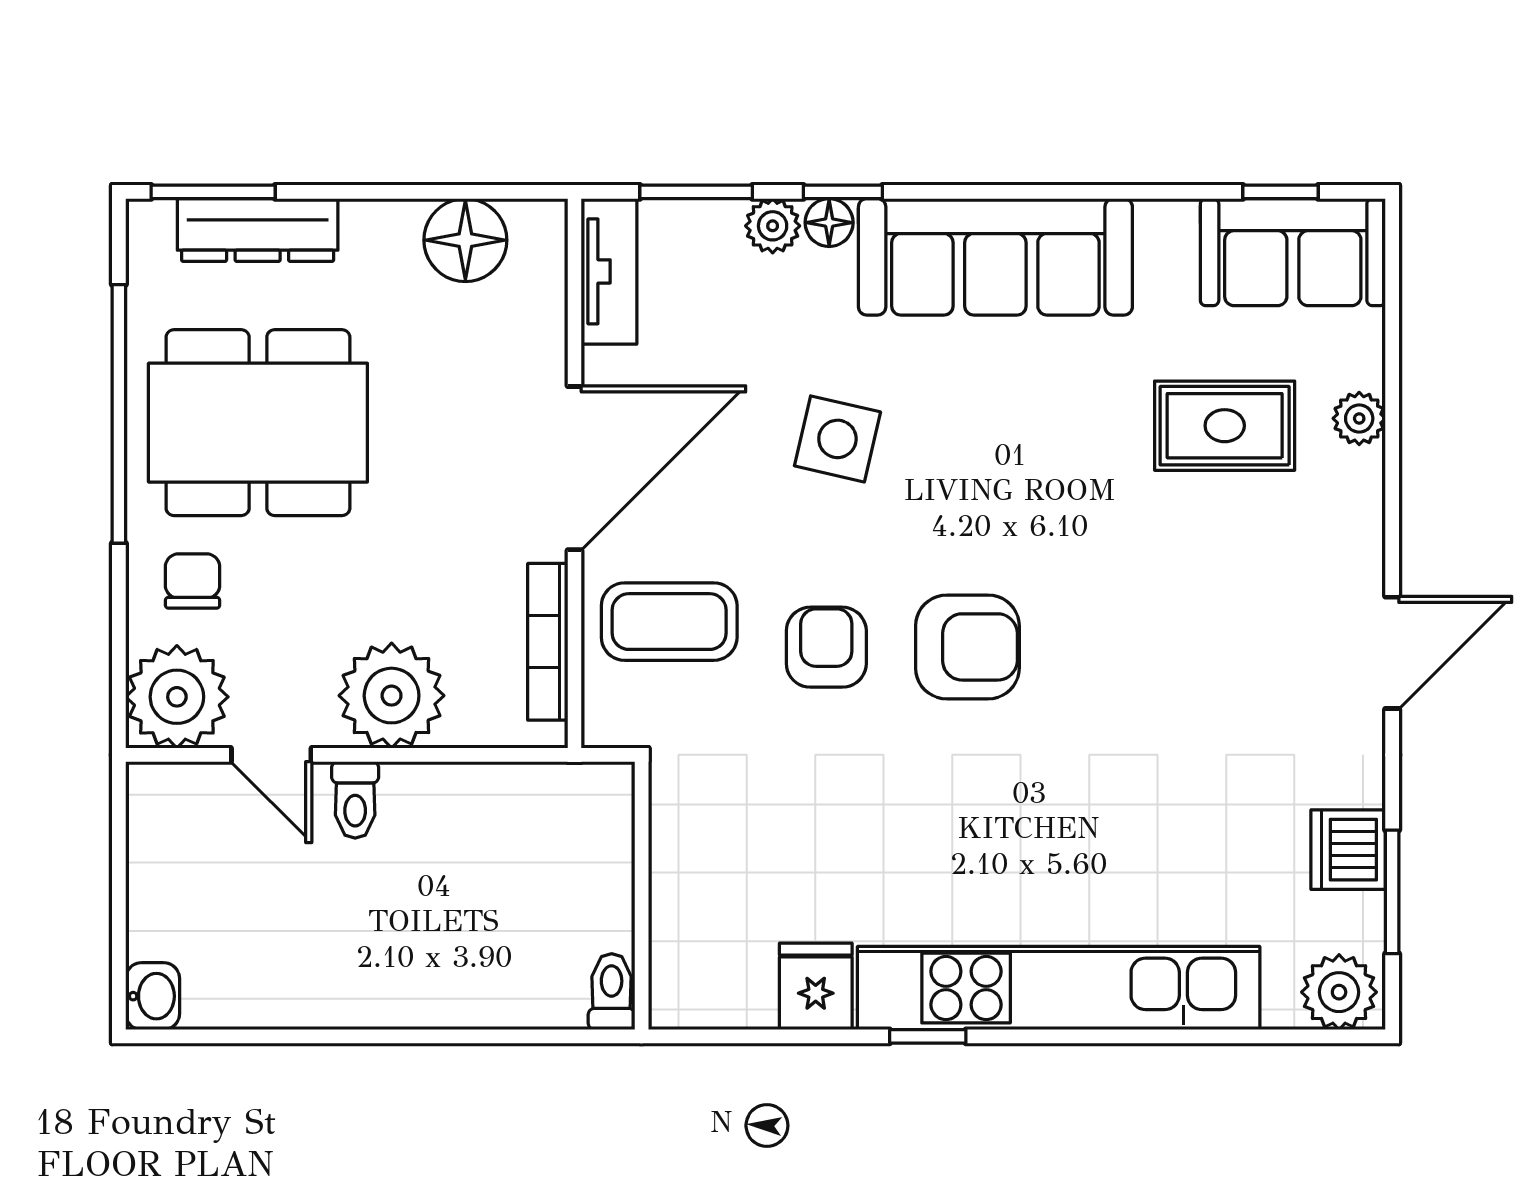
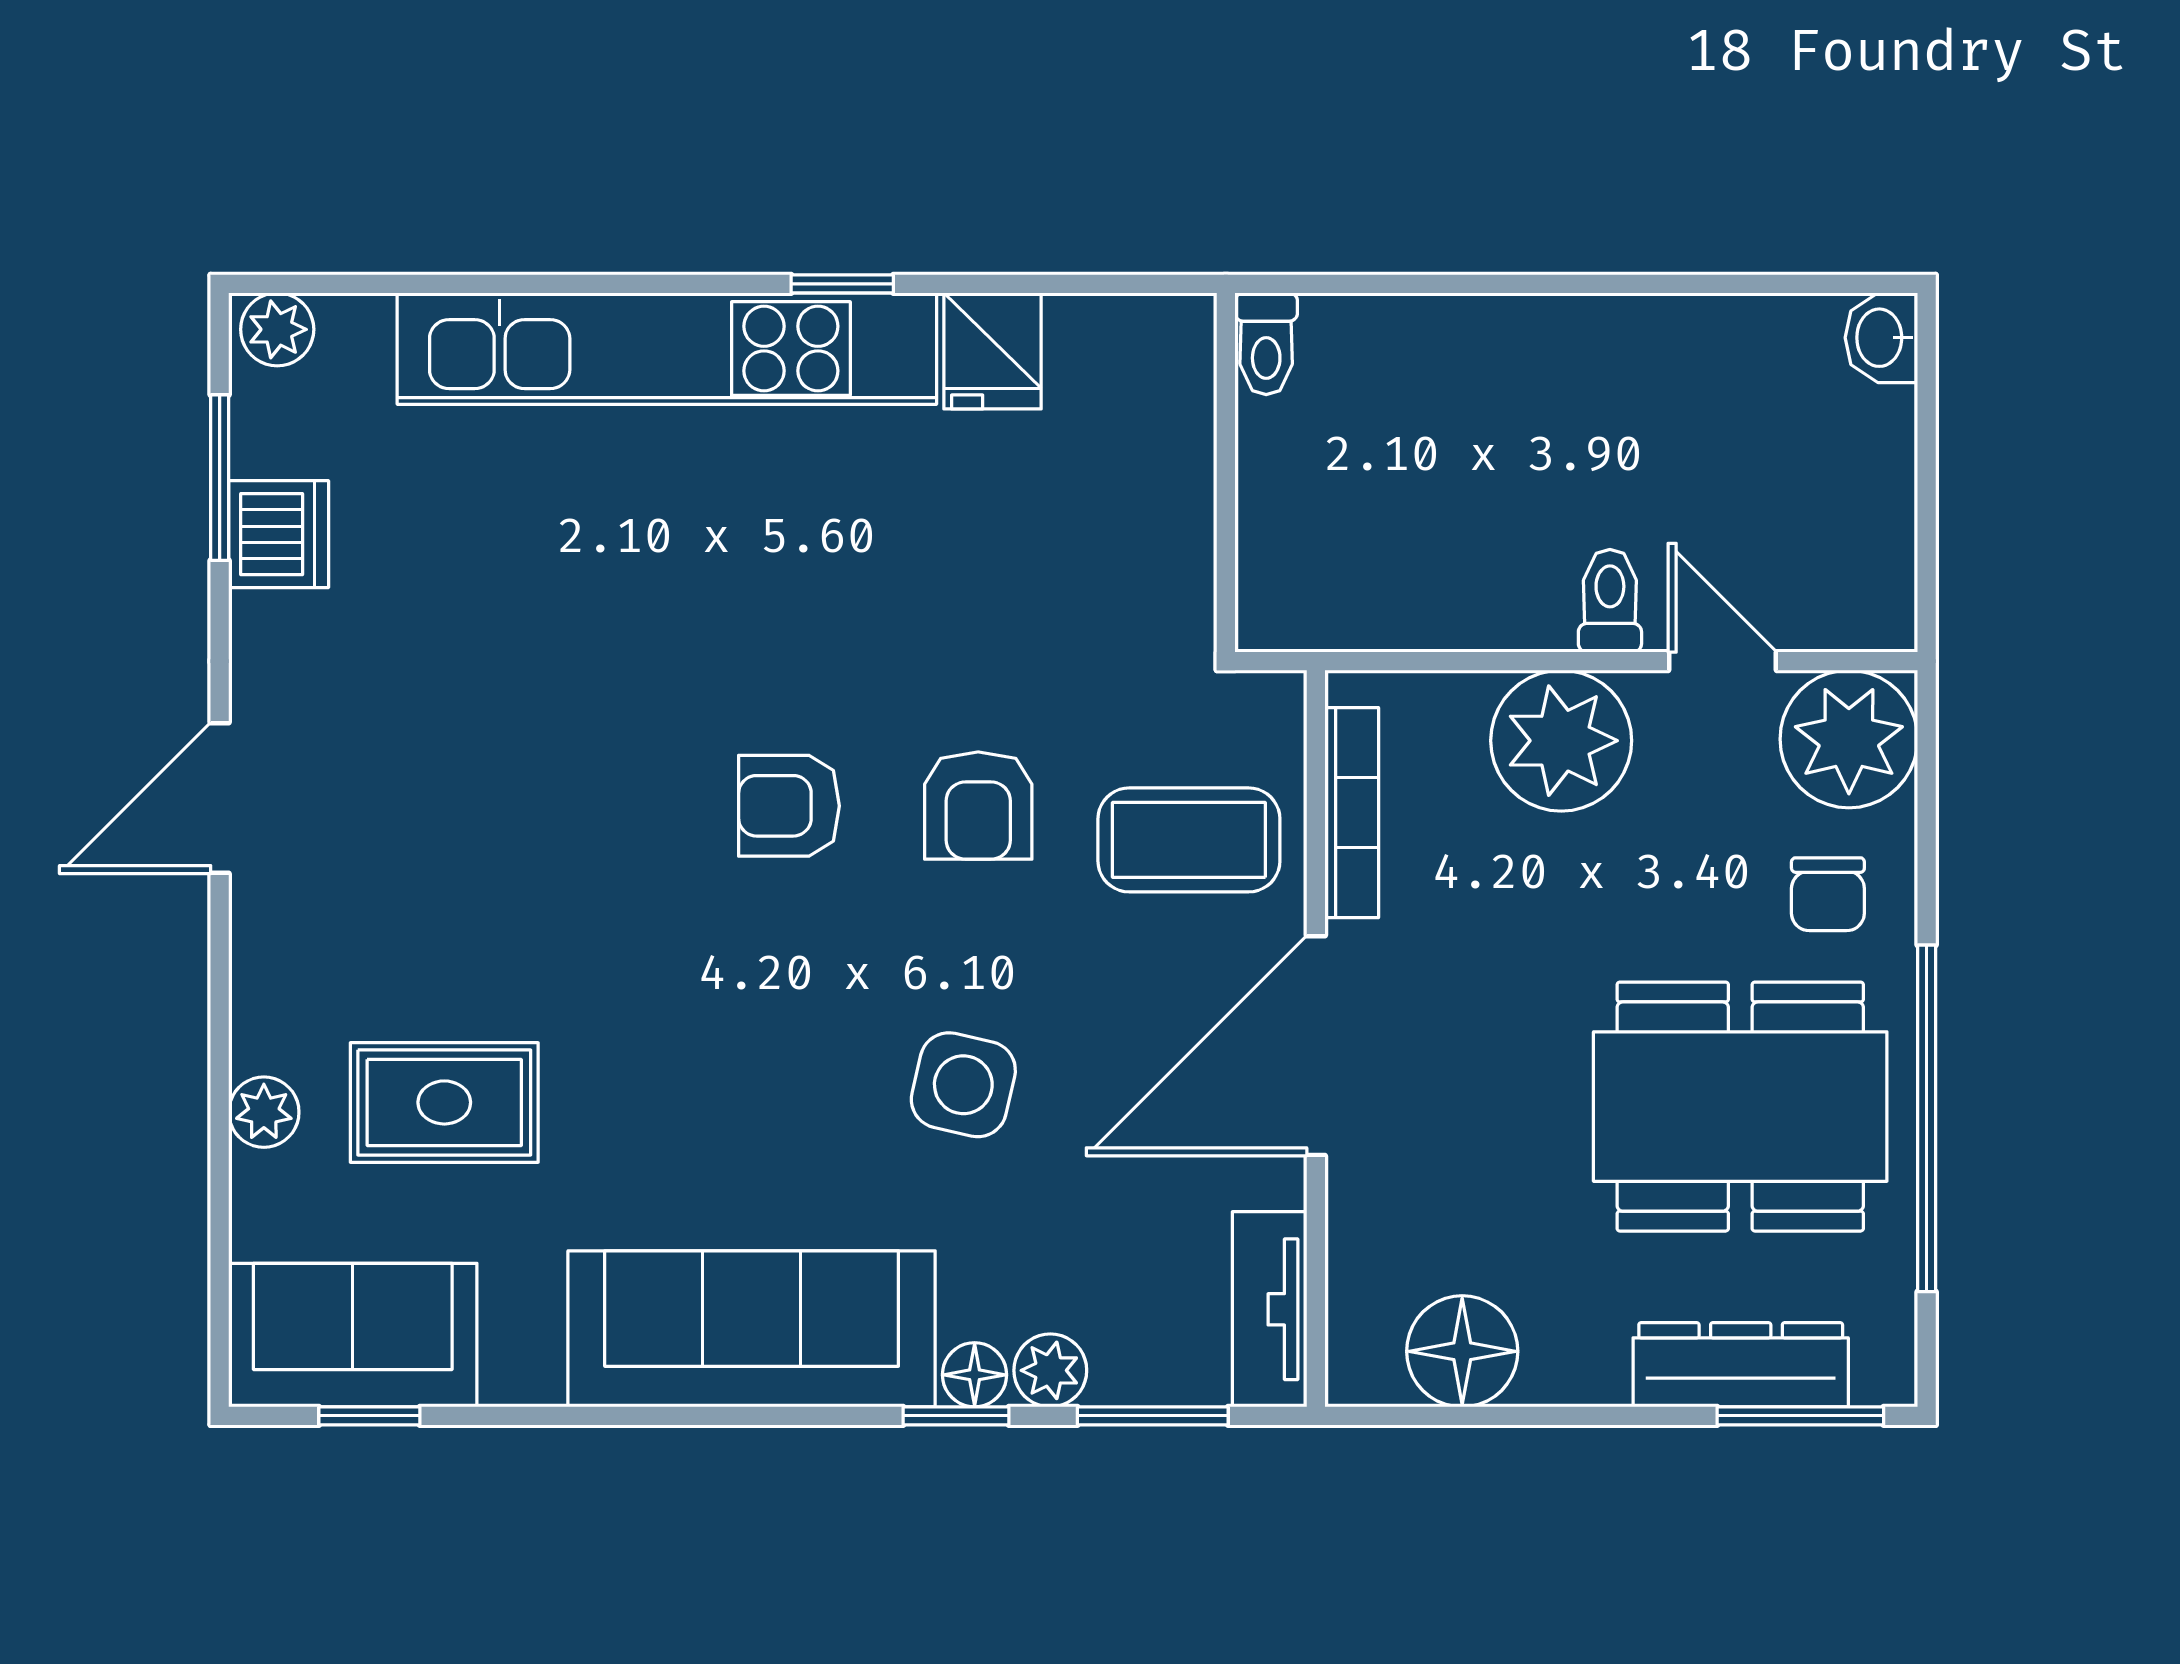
armchair: (967, 647) -> (789, 806), width x0.72, depth x0.72
plant: (1339, 992) -> (277, 329), width x0.73, depth x0.73

